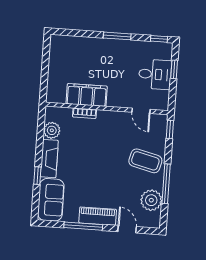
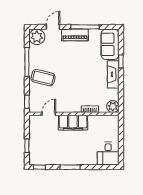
desk: (155, 74) -> (108, 153), moved, turned -90
filing cabinet: (87, 95) -> (73, 123), moved
door: (141, 111) -> (49, 114), hinge flipped
plant: (52, 130) -> (113, 106), moved
plant: (151, 200) -> (37, 37), moved
door: (127, 229) -> (53, 27), swing flipped

